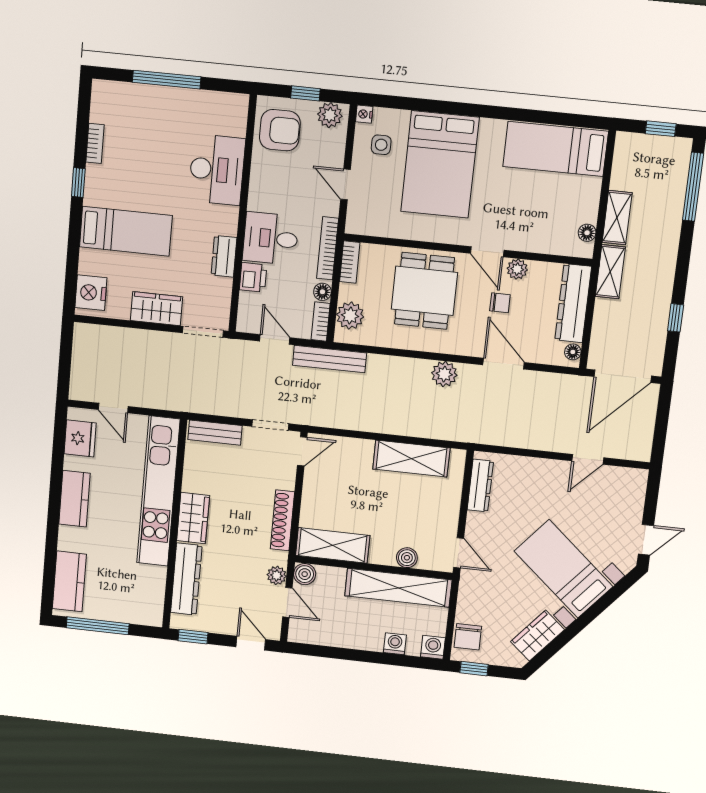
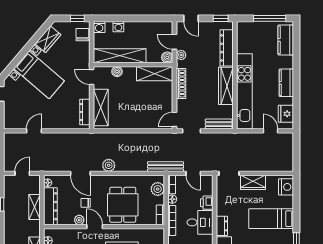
dresser: (224, 256) -> (222, 226), moved
shelving: (610, 272) -> (35, 207), moved
door: (623, 376) -> (22, 173), width x0.53
shelving: (411, 459) -> (101, 108), moved, turned 90
wardrobe: (193, 518) -> (226, 86), width x1.50

